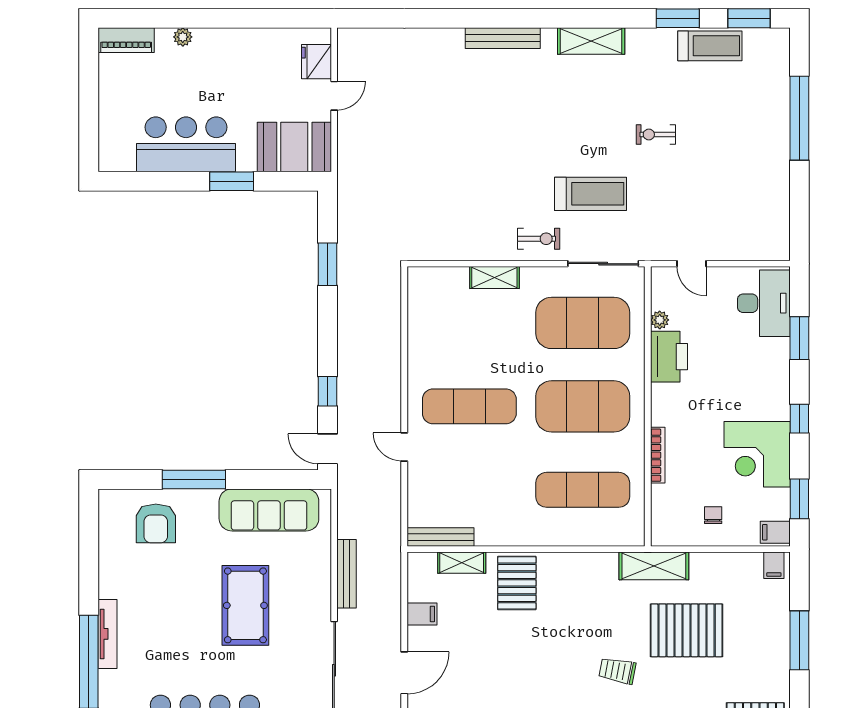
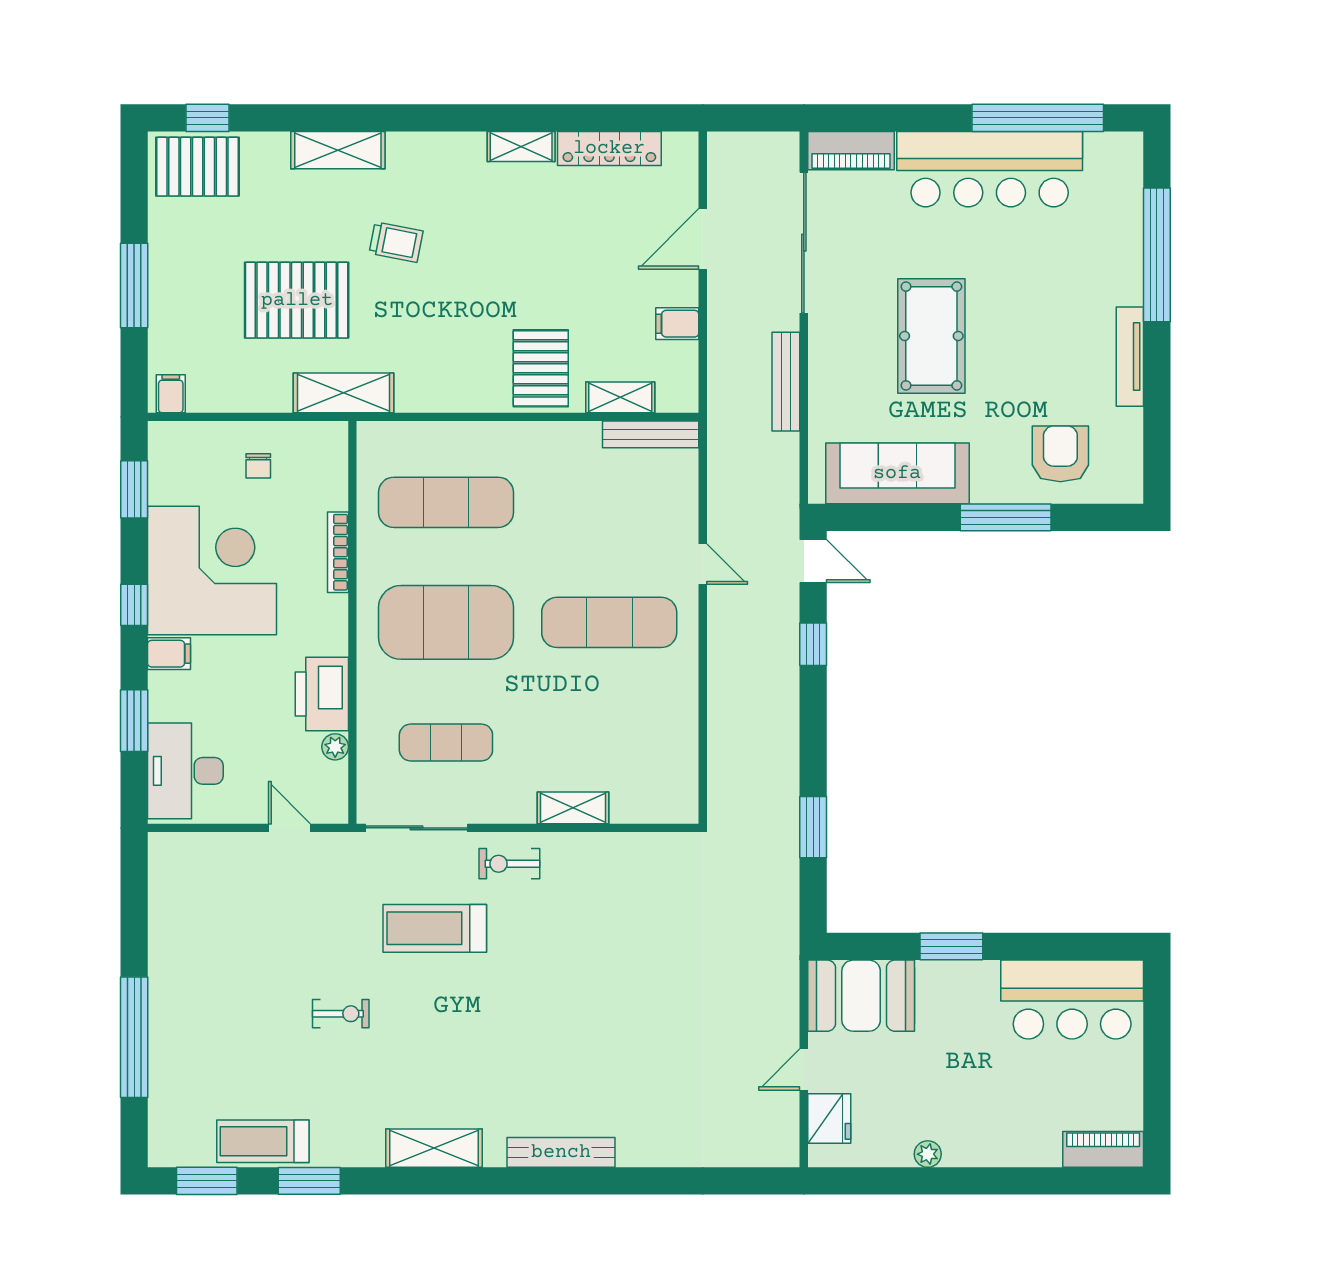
plant: (183, 37) -> (928, 1154), moved
bar counter: (186, 144) -> (1072, 1000), moved
exercise mat: (583, 323) -> (446, 742), width x0.50, depth x0.69
corner desk: (757, 454) -> (212, 571), width x1.36, depth x1.36
filing cabinet: (775, 532) -> (169, 654), moved
tv unit: (108, 634) -> (1130, 357), moved

